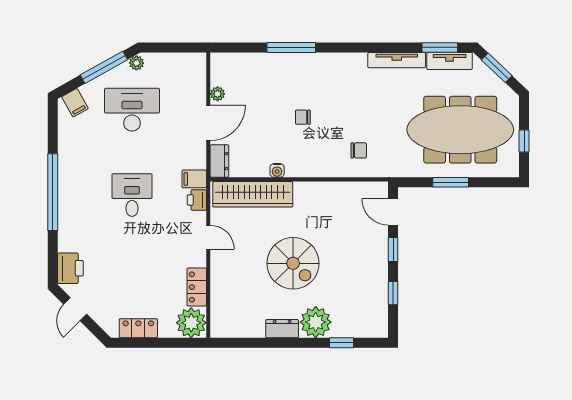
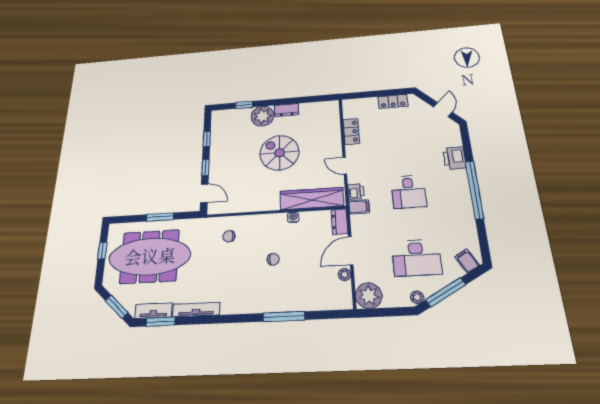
printer: (70, 268) -> (454, 158), moved
plant: (191, 323) -> (369, 296), moved

